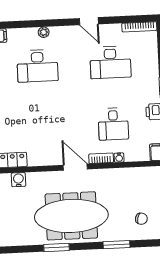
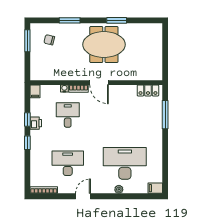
door: (89, 21) -> (83, 196), hinge flipped
desk: (38, 66) -> (125, 163), width x1.36, depth x1.30
water cooler: (18, 180) -> (144, 75), removed
meeting table: (71, 216) -> (104, 45), width x0.73

